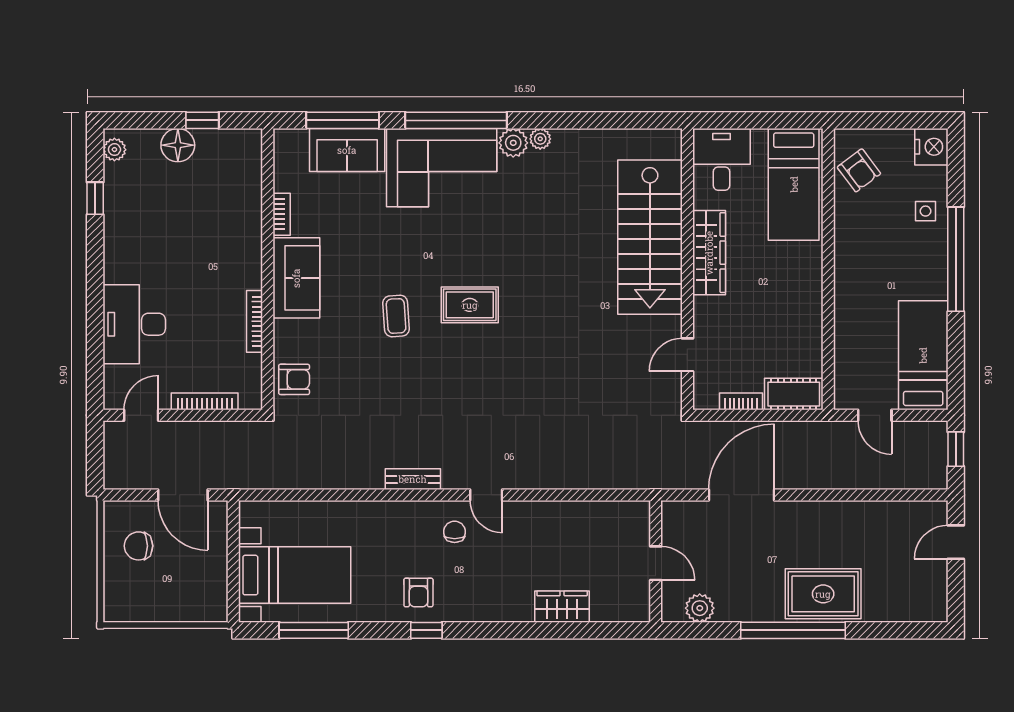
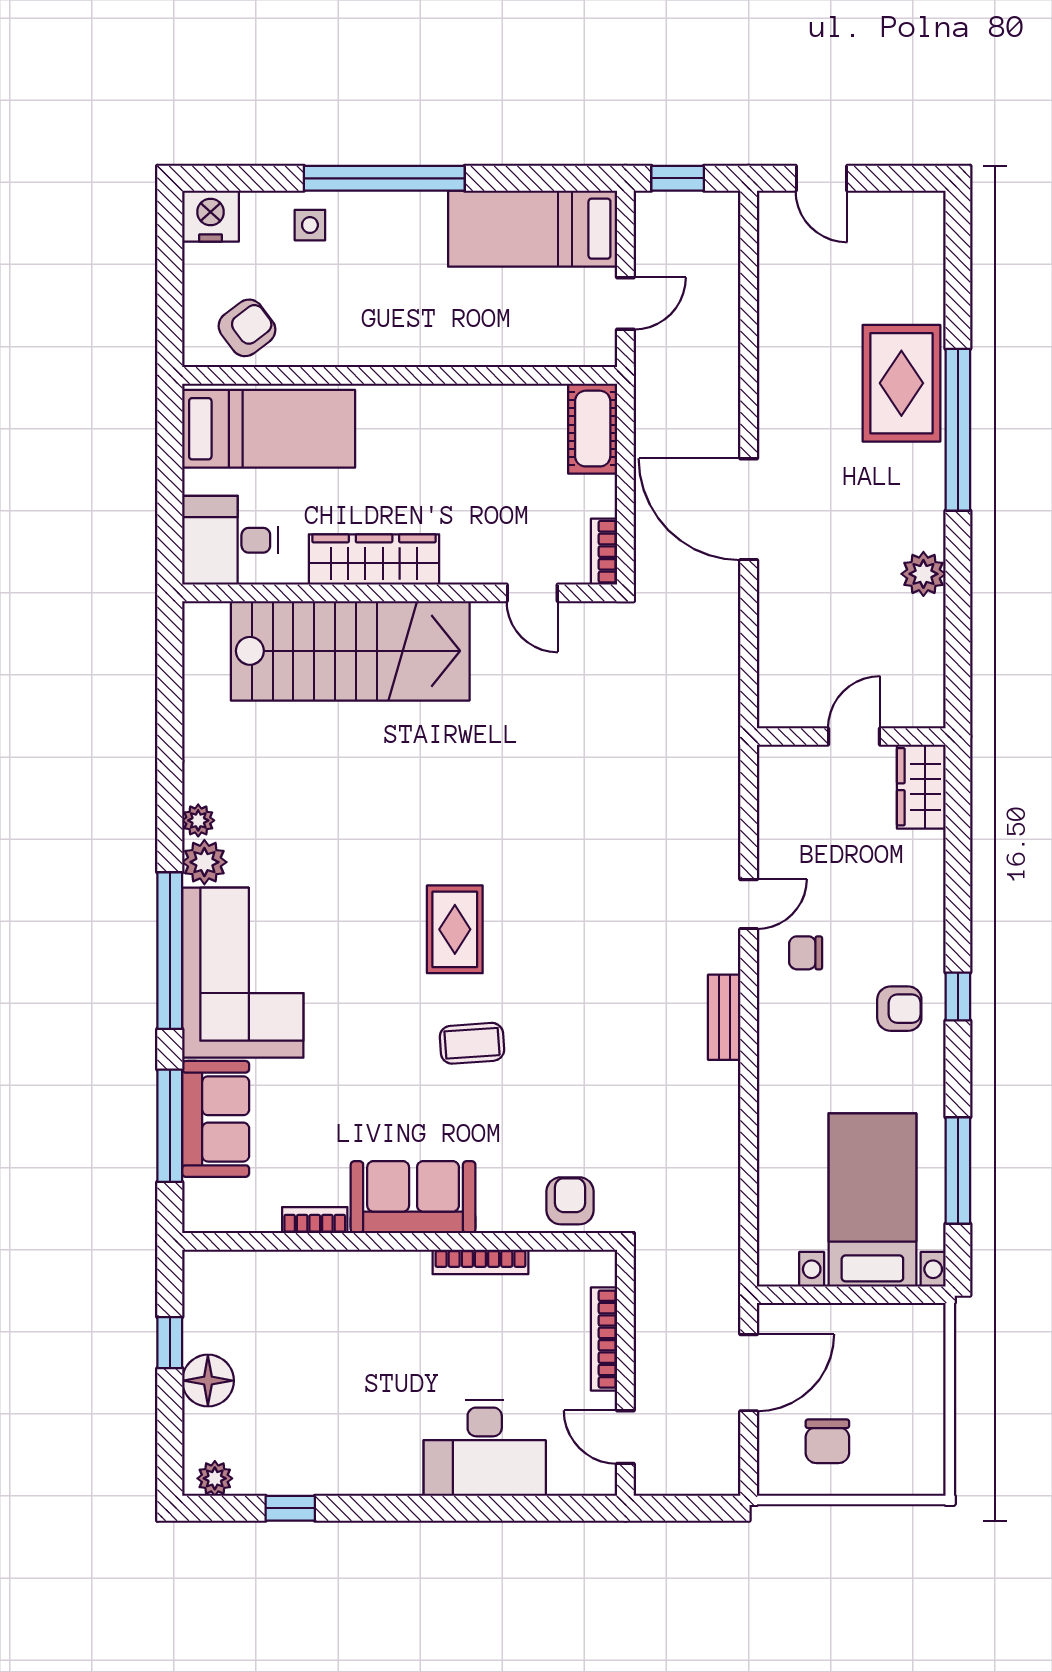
bookcase: (741, 401) -> (604, 552), moved
wall: (656, 561) -> (851, 737), moved
door: (656, 563) -> (854, 737), moved

